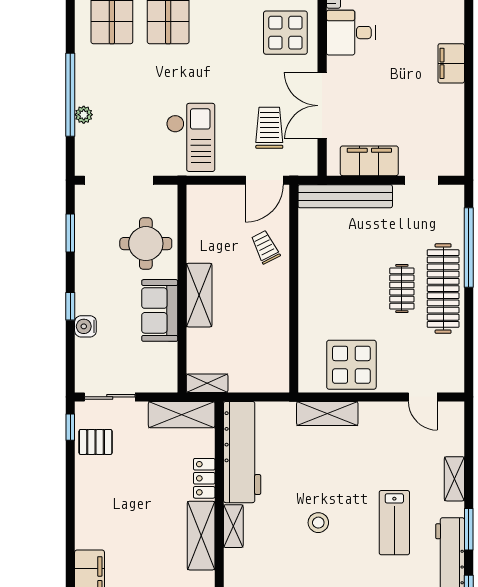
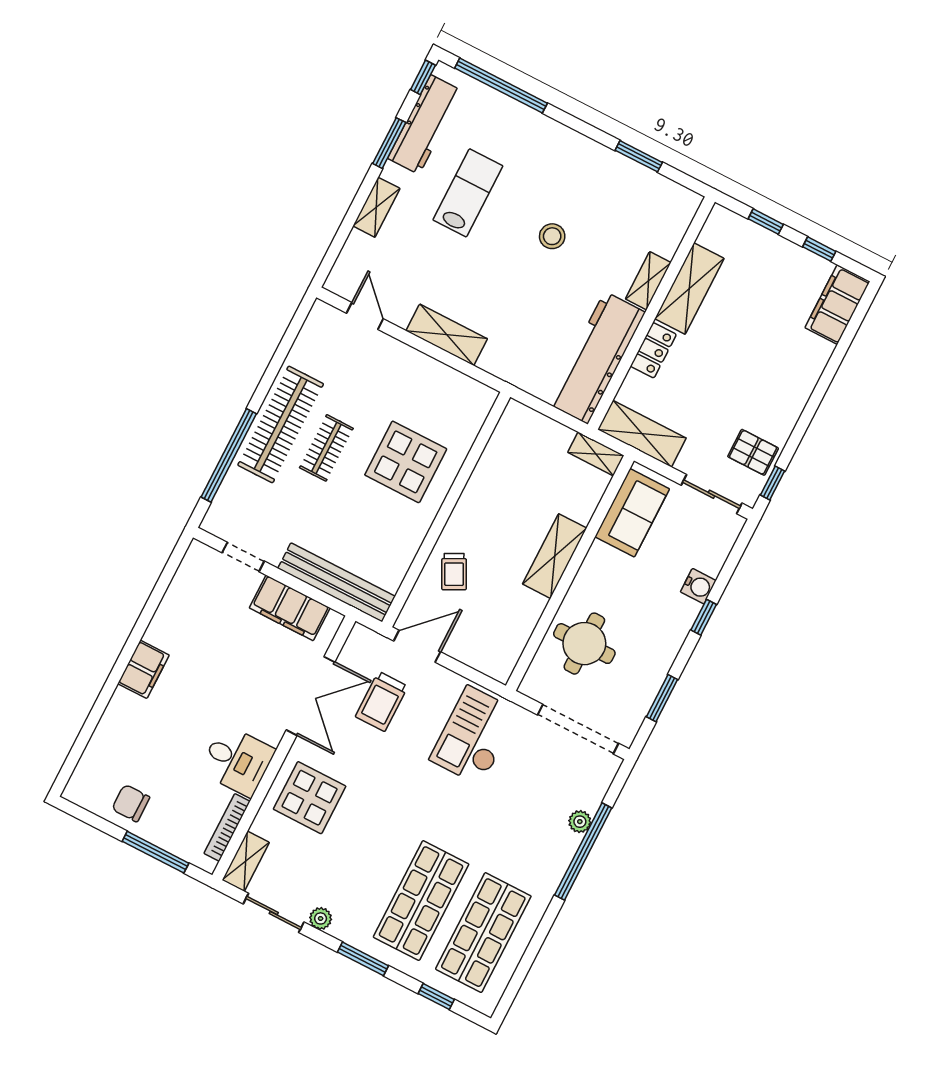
sofa: (160, 310) -> (632, 513), moved
display table: (351, 365) -> (406, 462), moved
shelving: (327, 413) -> (447, 335), moved

